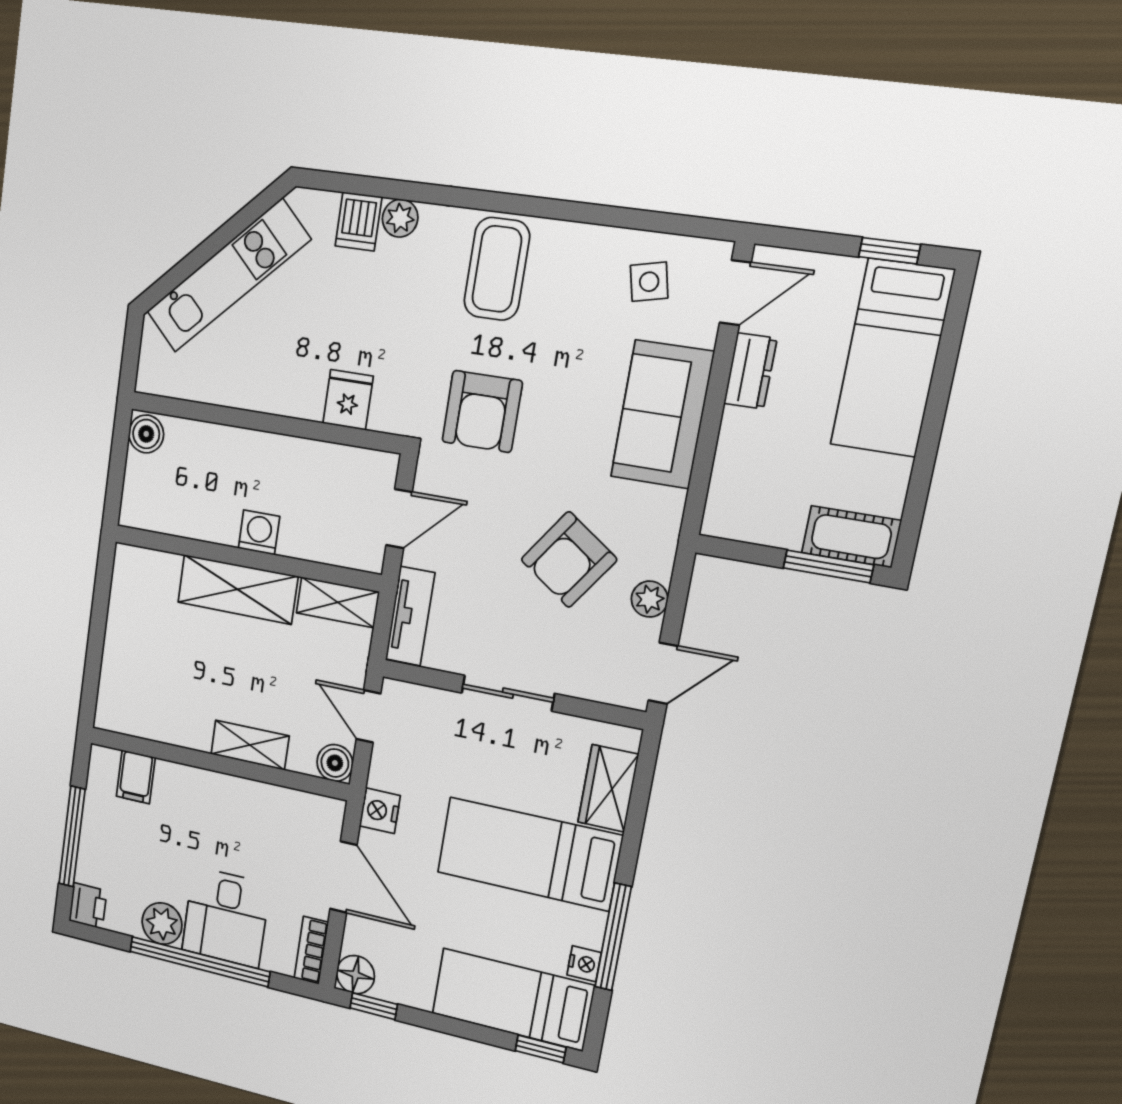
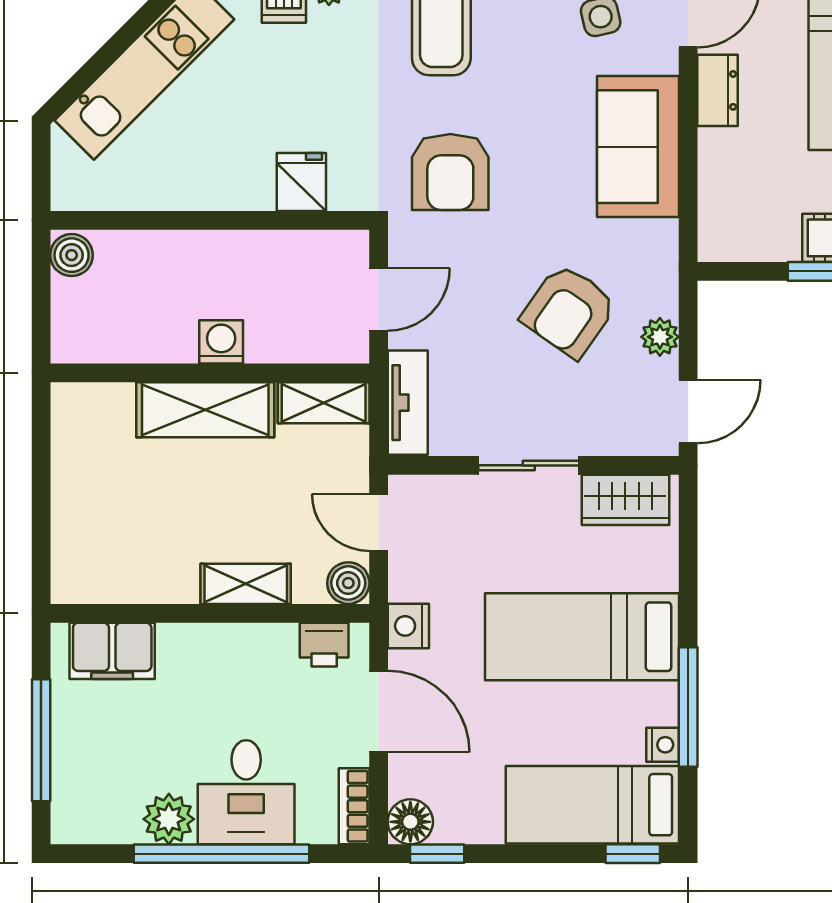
filing cabinet: (136, 777) -> (112, 651), width x2.00
wardrobe: (608, 788) -> (625, 500), moved, turned -90
printer: (88, 906) -> (324, 645), moved, turned 90

